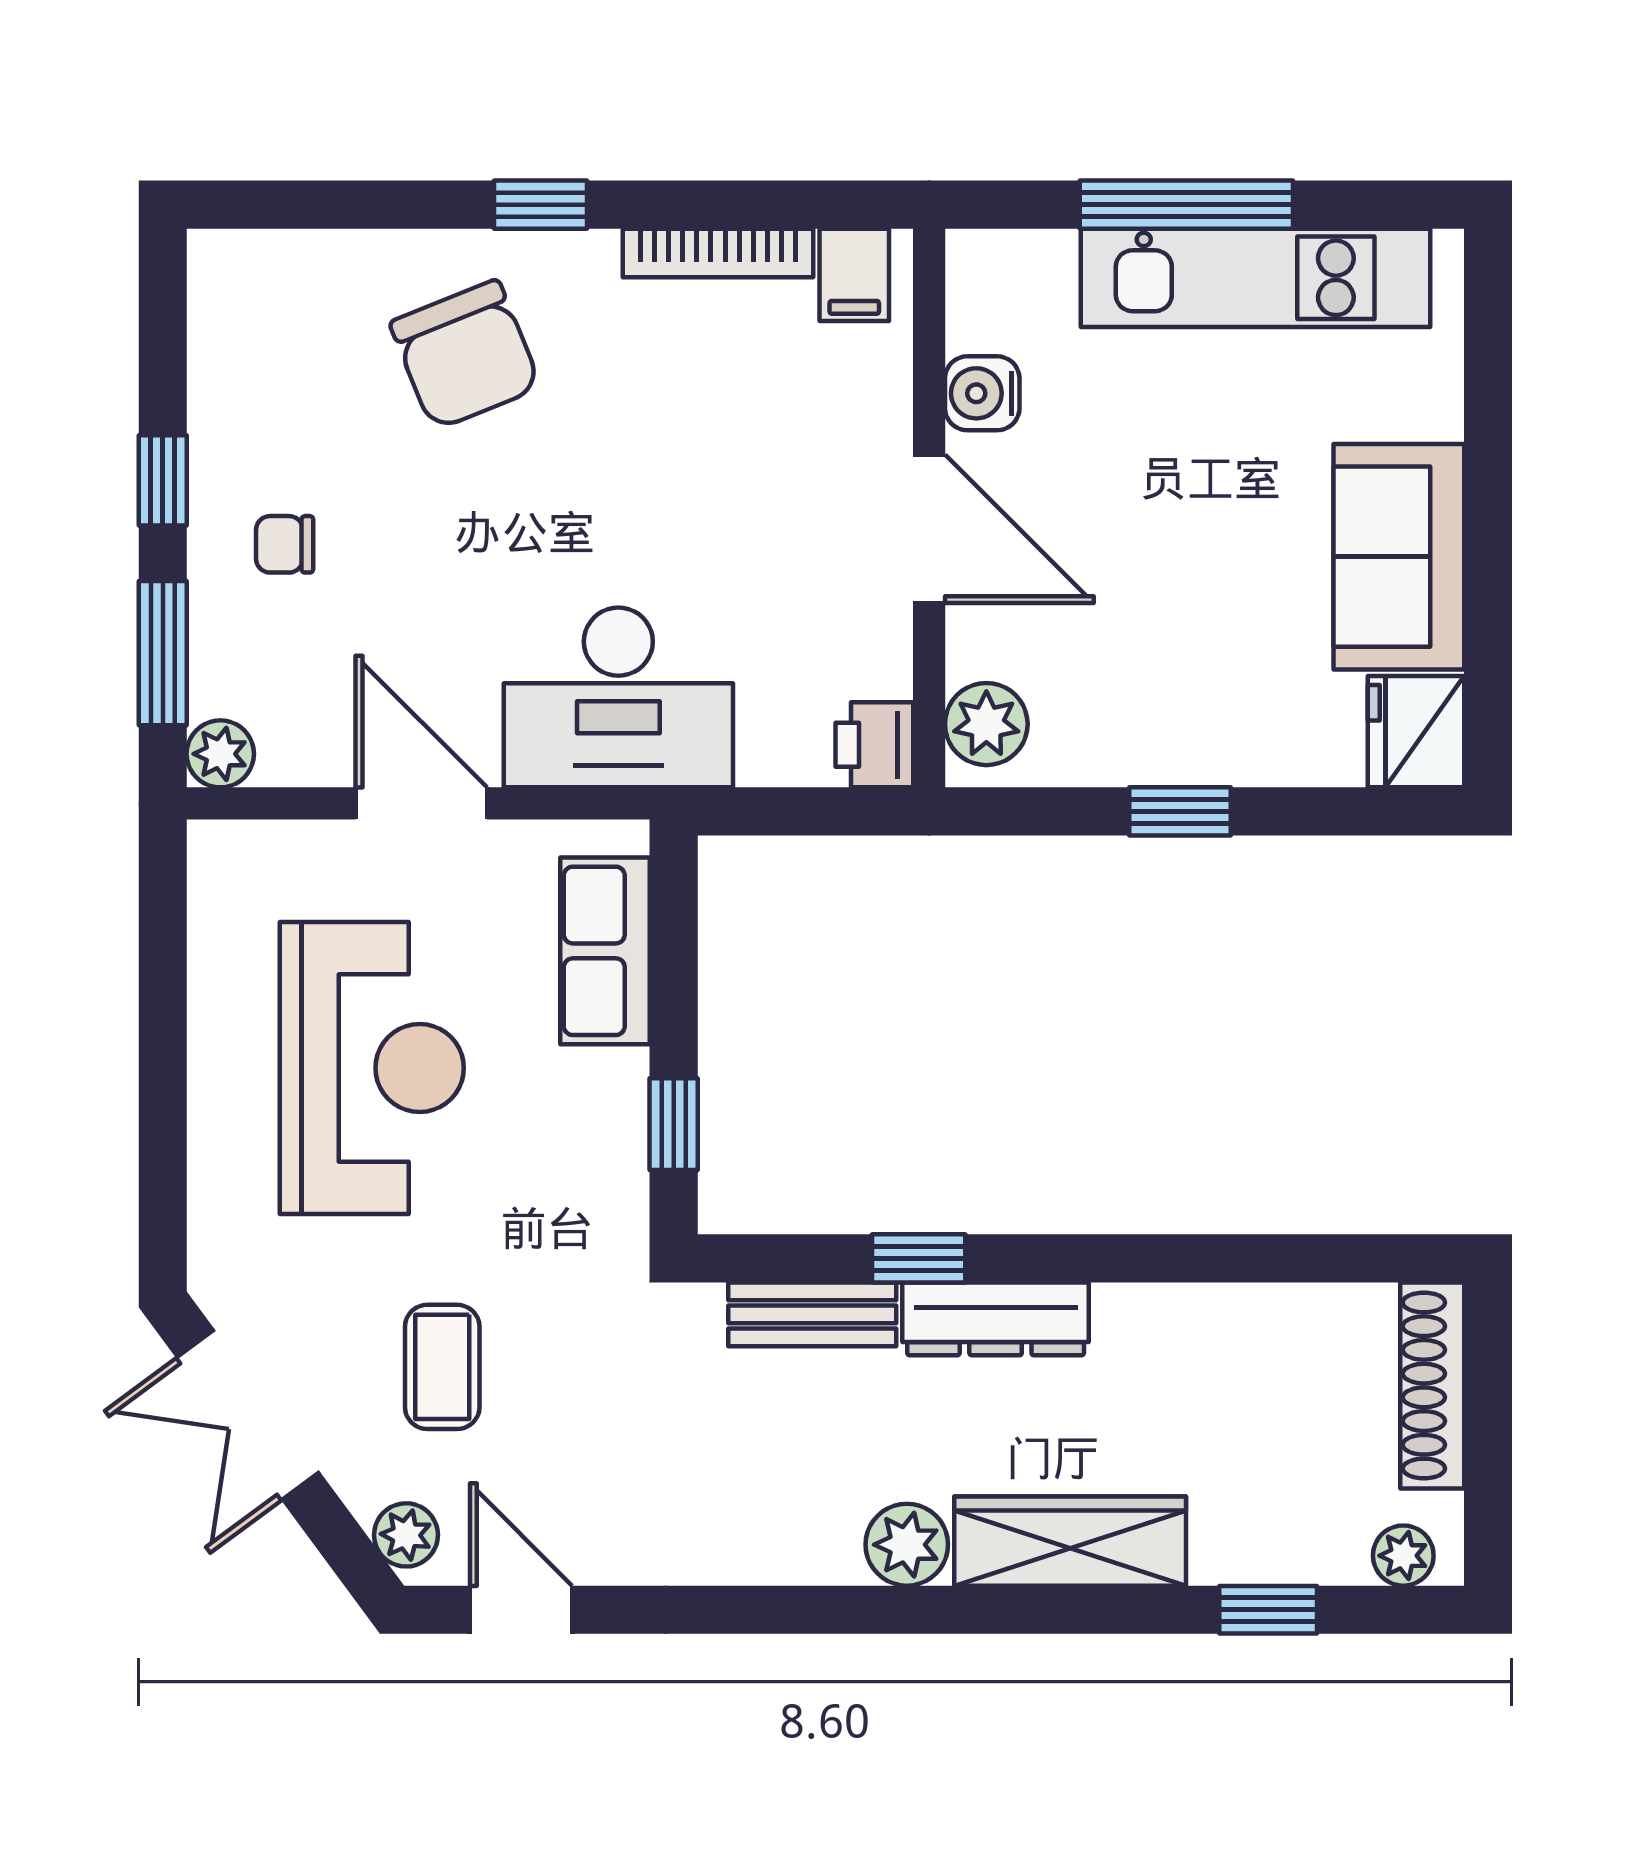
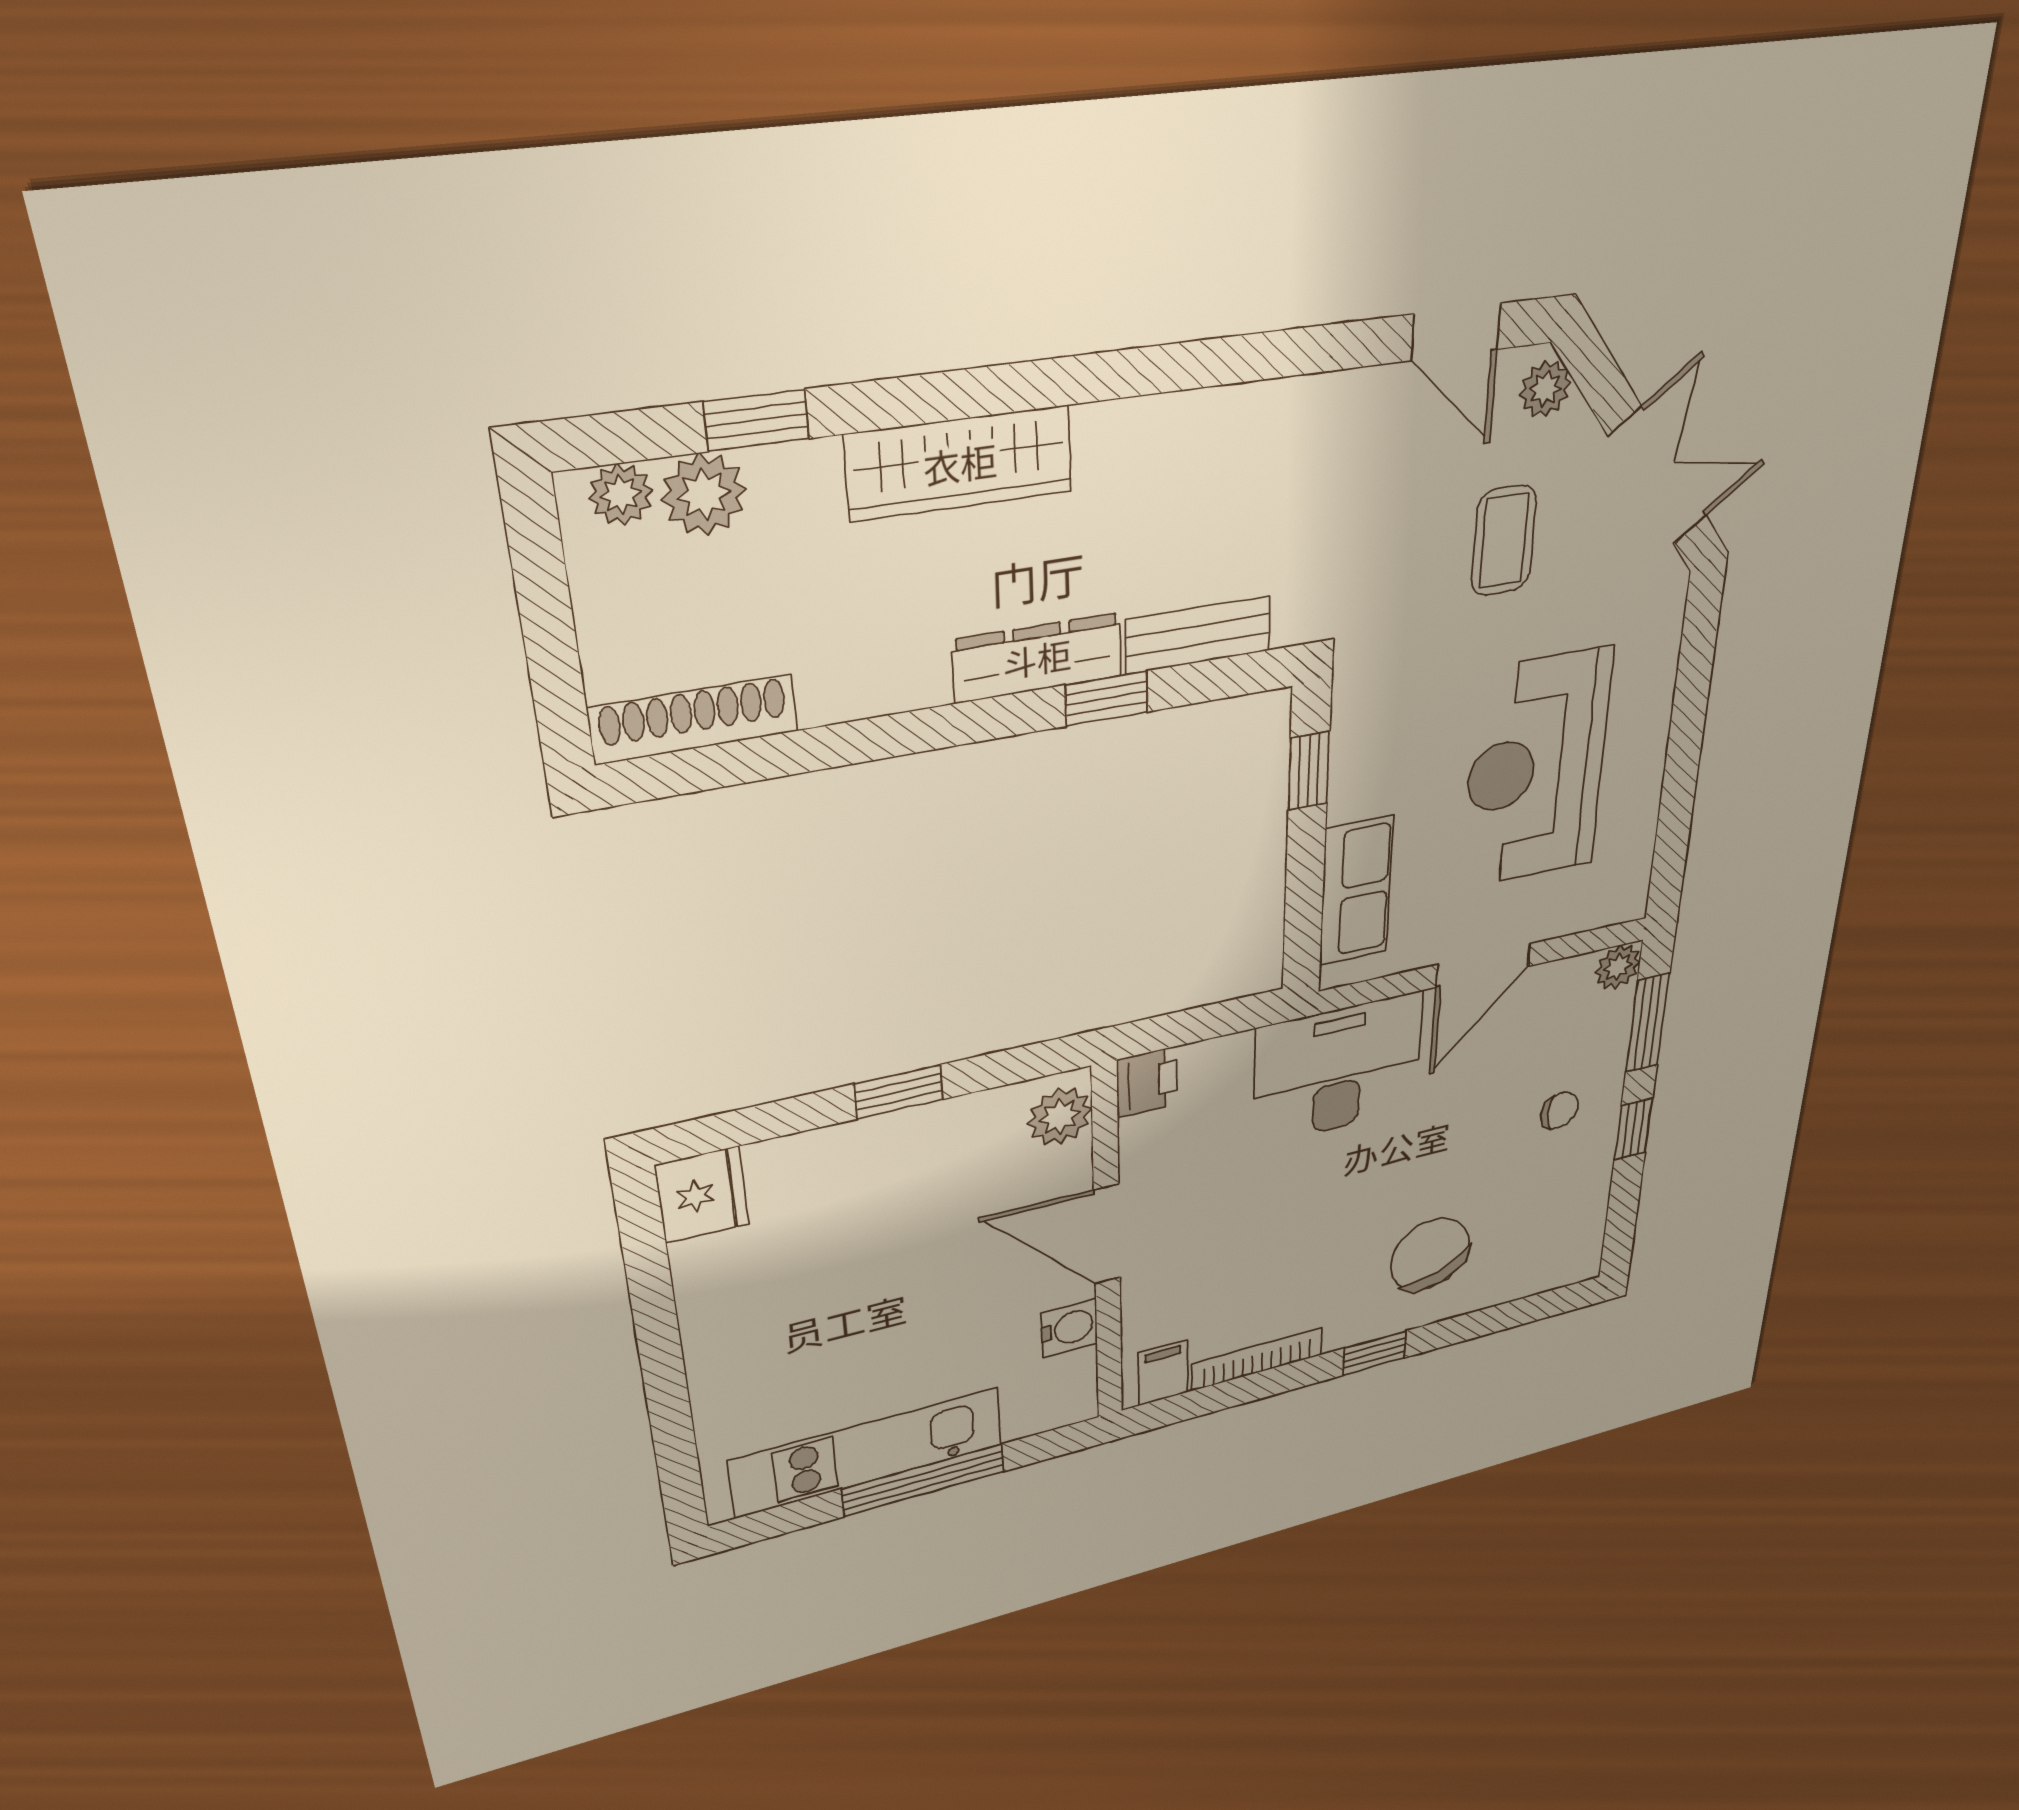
sofa: (1399, 557) -> (733, 1310), removed
door: (421, 803) -> (1483, 965), hinge flipped
shoe rack: (1432, 1385) -> (694, 720), moved, turned -90
plant: (907, 1545) -> (704, 494), moved

